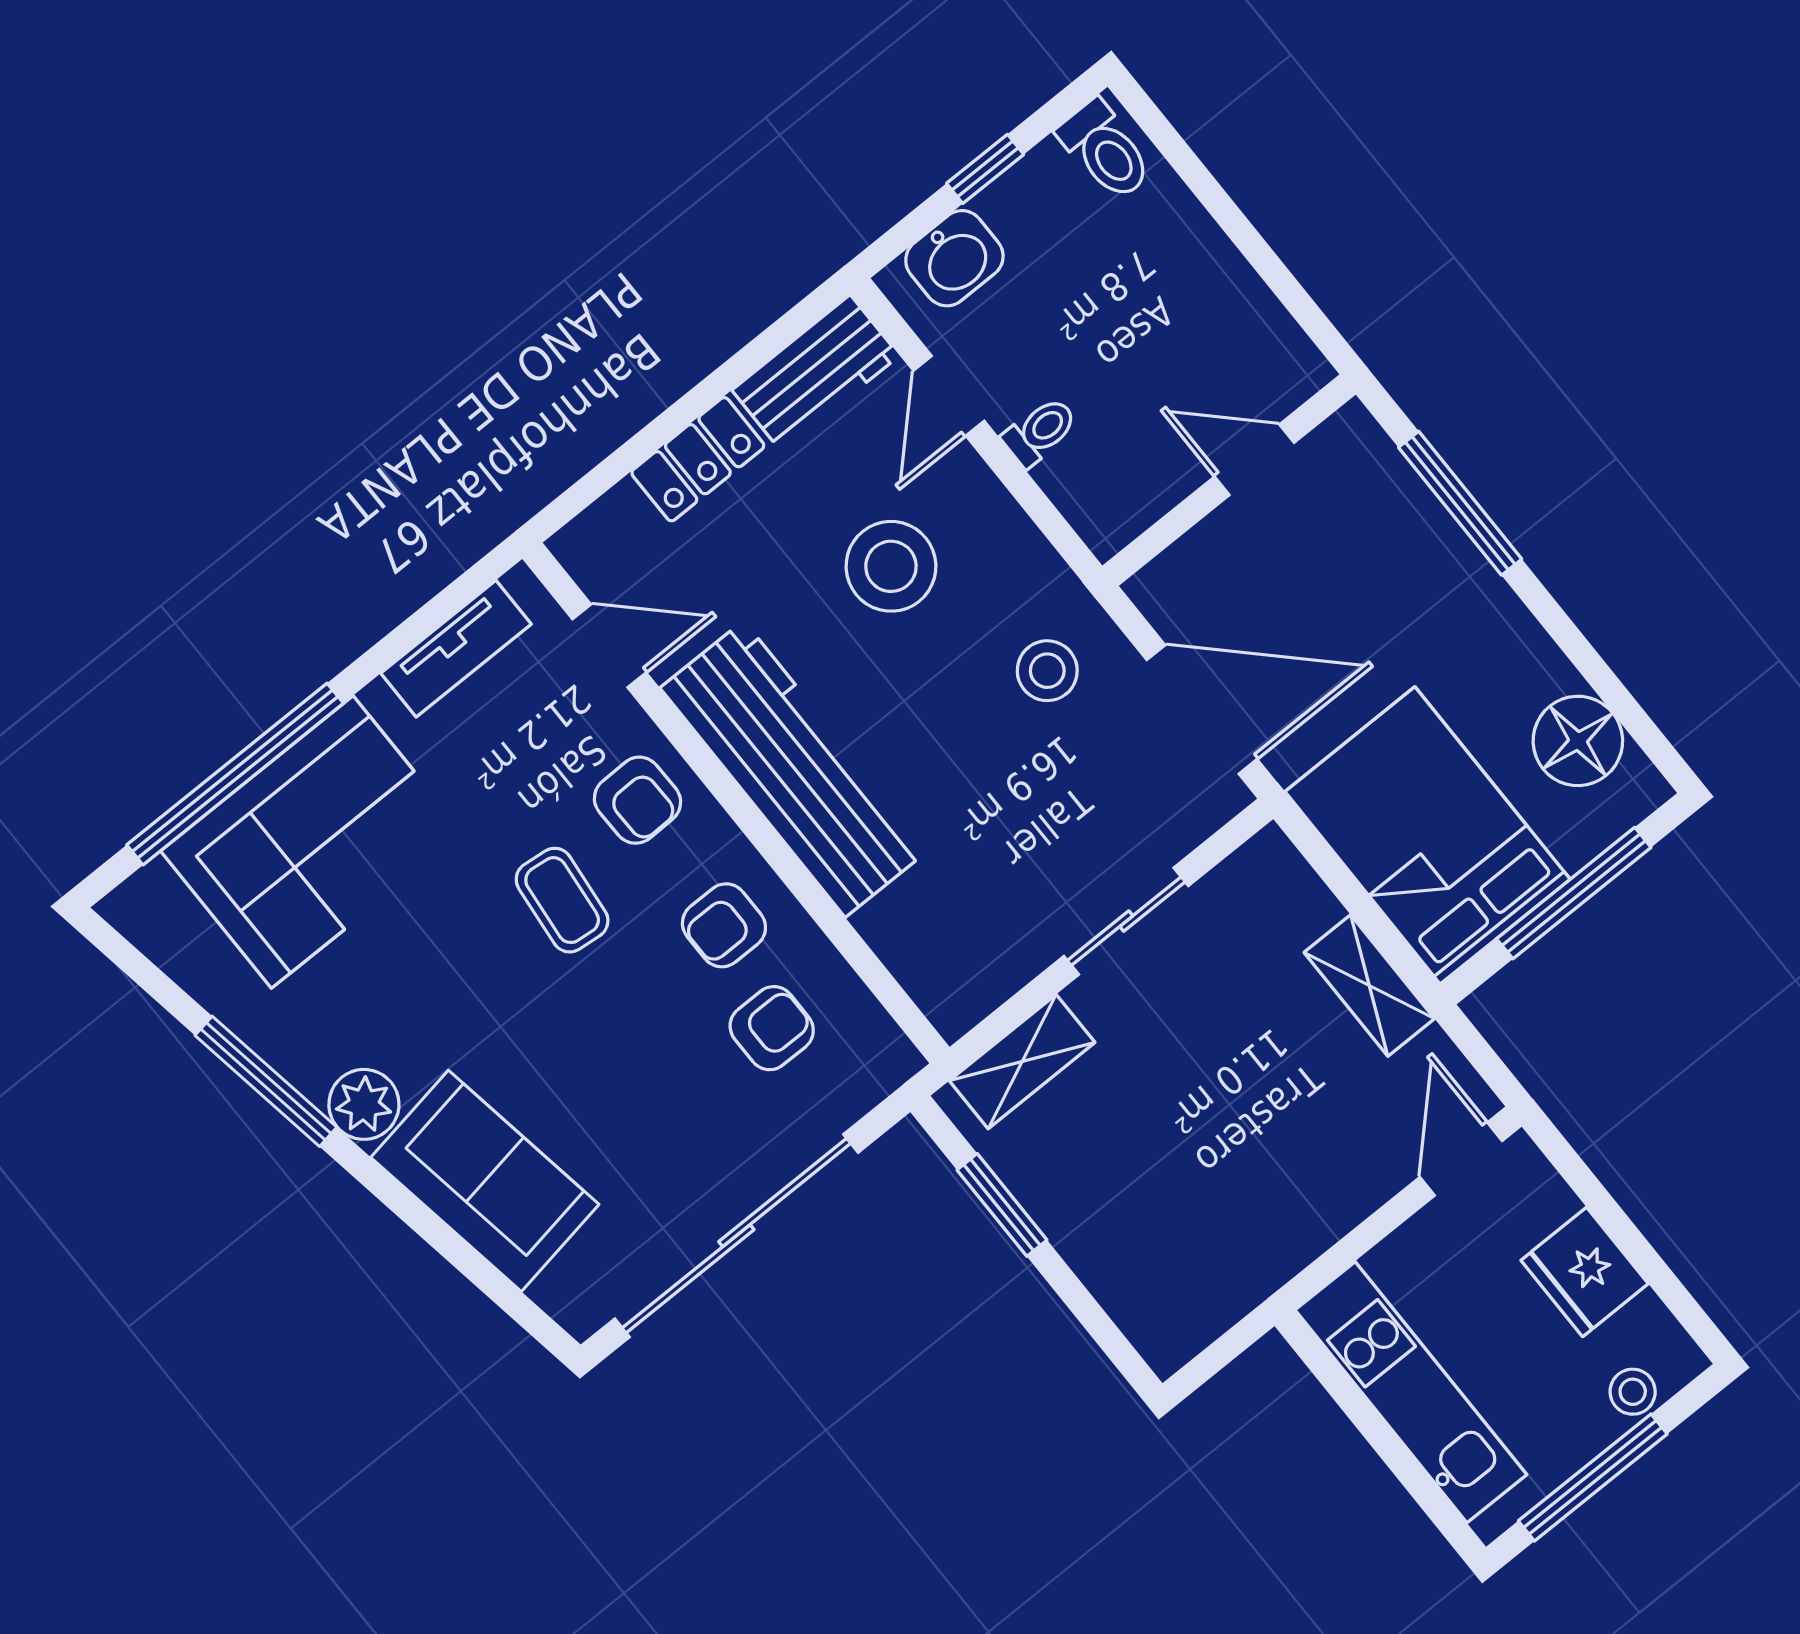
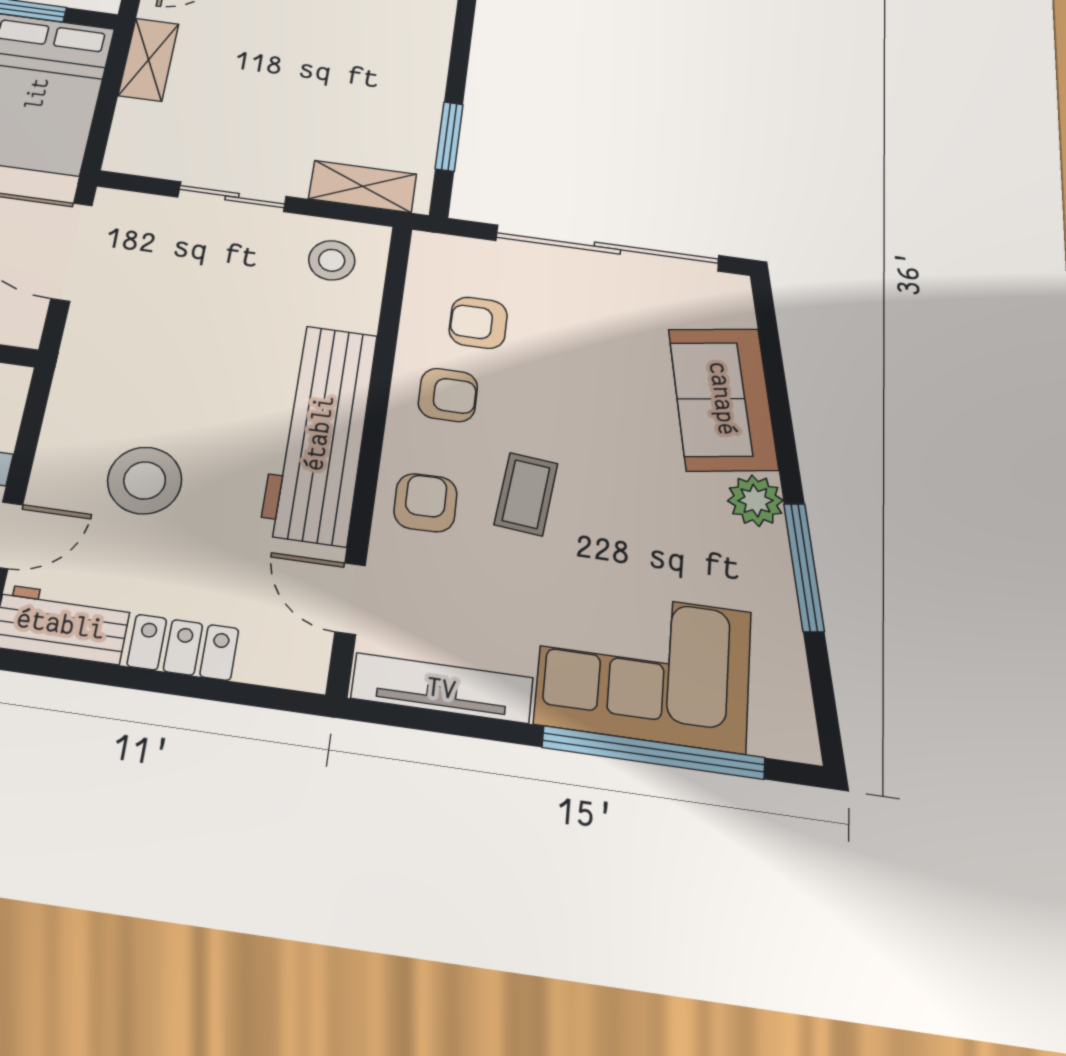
tv unit: (456, 649) -> (442, 688), width x1.41
stool: (1047, 671) -> (332, 260), moved

